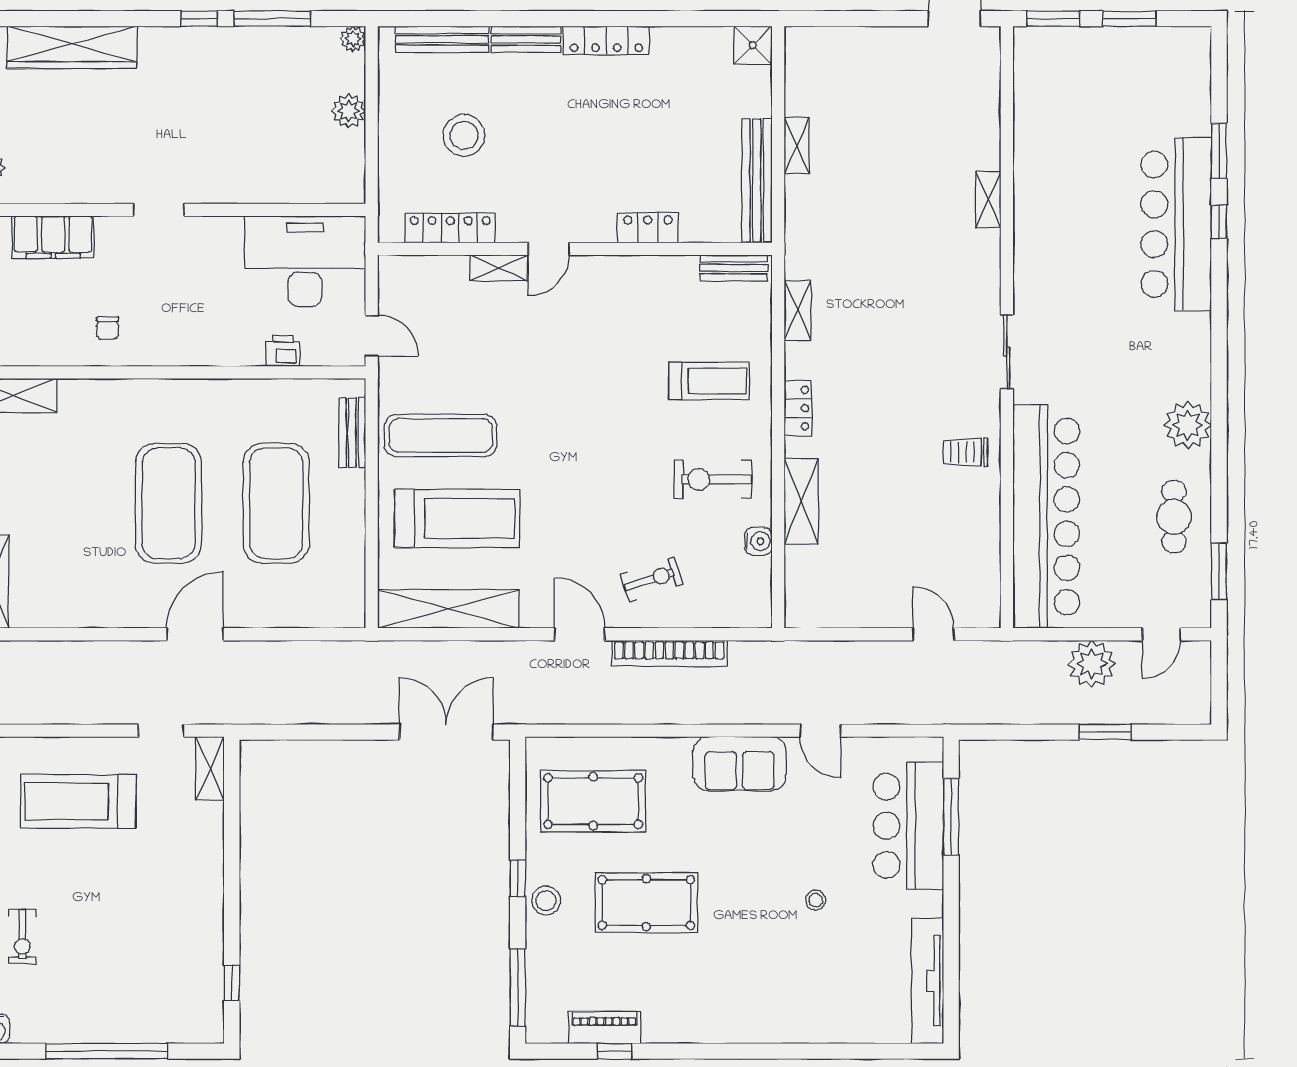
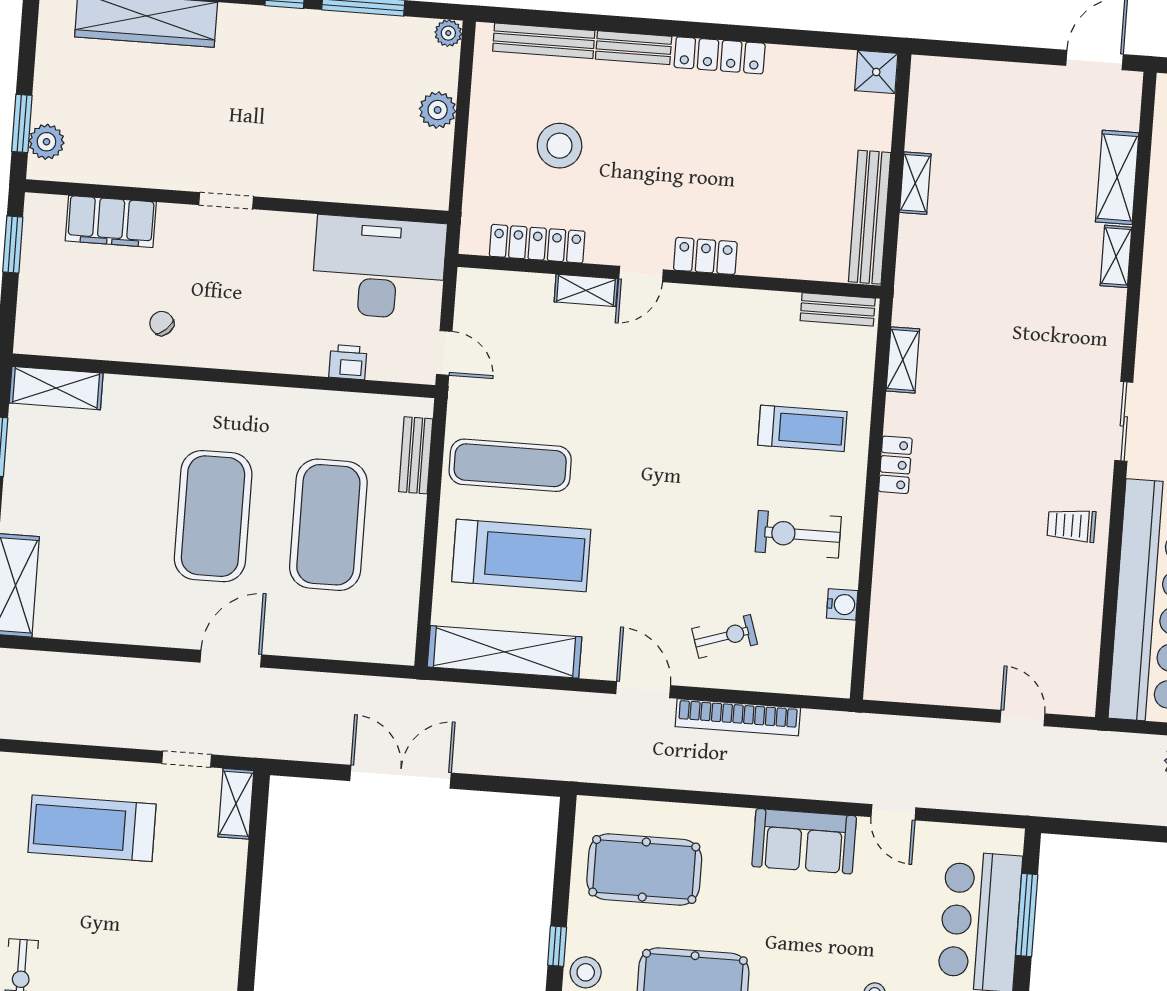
locker: (648, 228) -> (705, 256), moved
chair: (108, 328) -> (162, 323), turned 137
shelving: (801, 502) -> (1117, 177), moved
double door: (446, 732) -> (401, 777), moved

